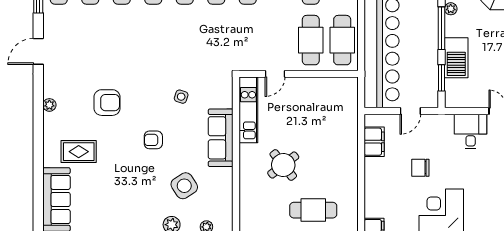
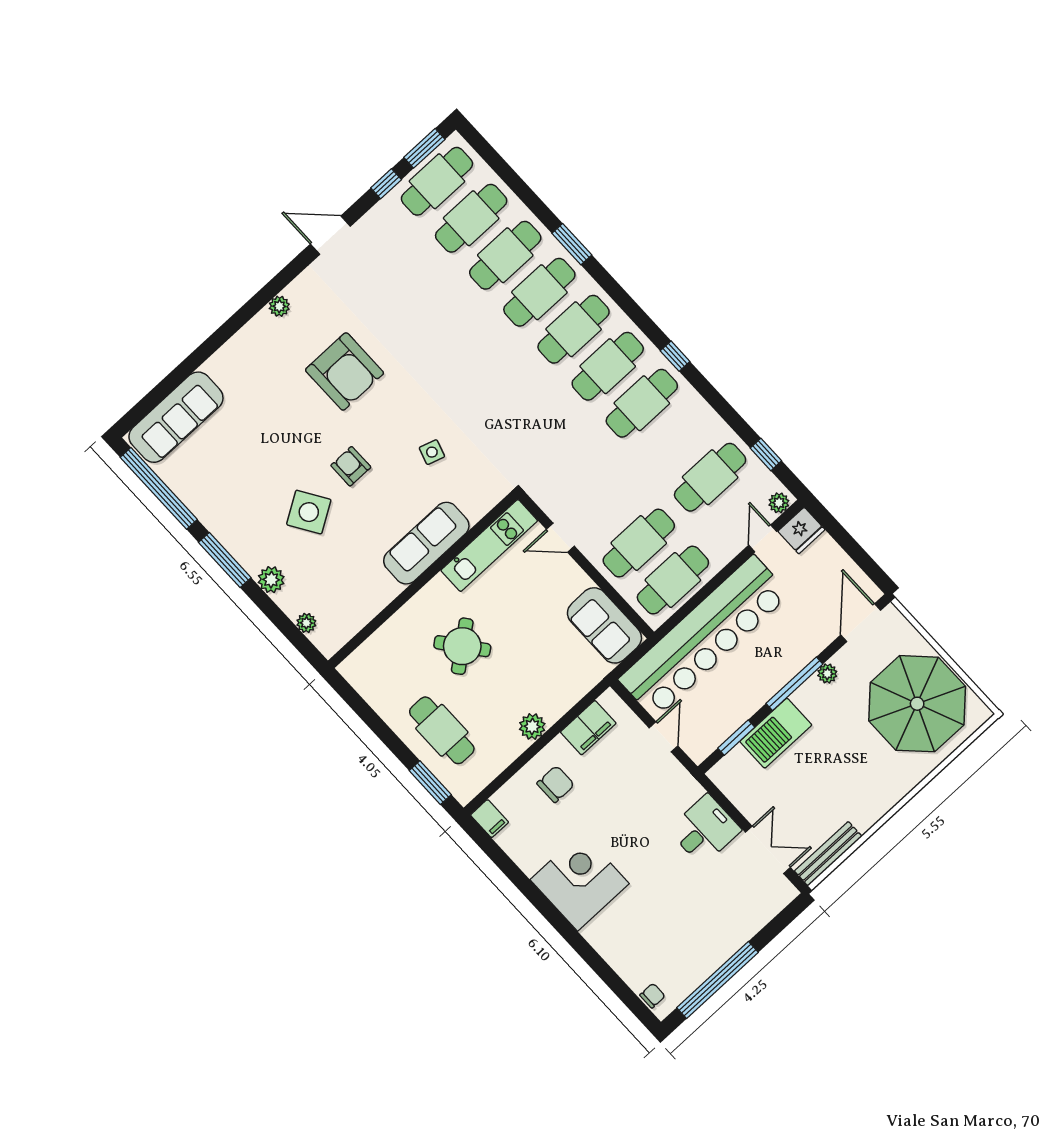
sofa: (334, 91) -> (604, 625), added
armchair: (107, 103) -> (345, 371), width x1.36, depth x1.36
door: (410, 111) -> (664, 737), swing flipped
rug: (79, 152) -> (256, 391), removed
plant: (350, 167) -> (532, 726), added
chair: (420, 168) -> (556, 784), moved, turned 90
side table: (184, 186) -> (309, 512), moved

